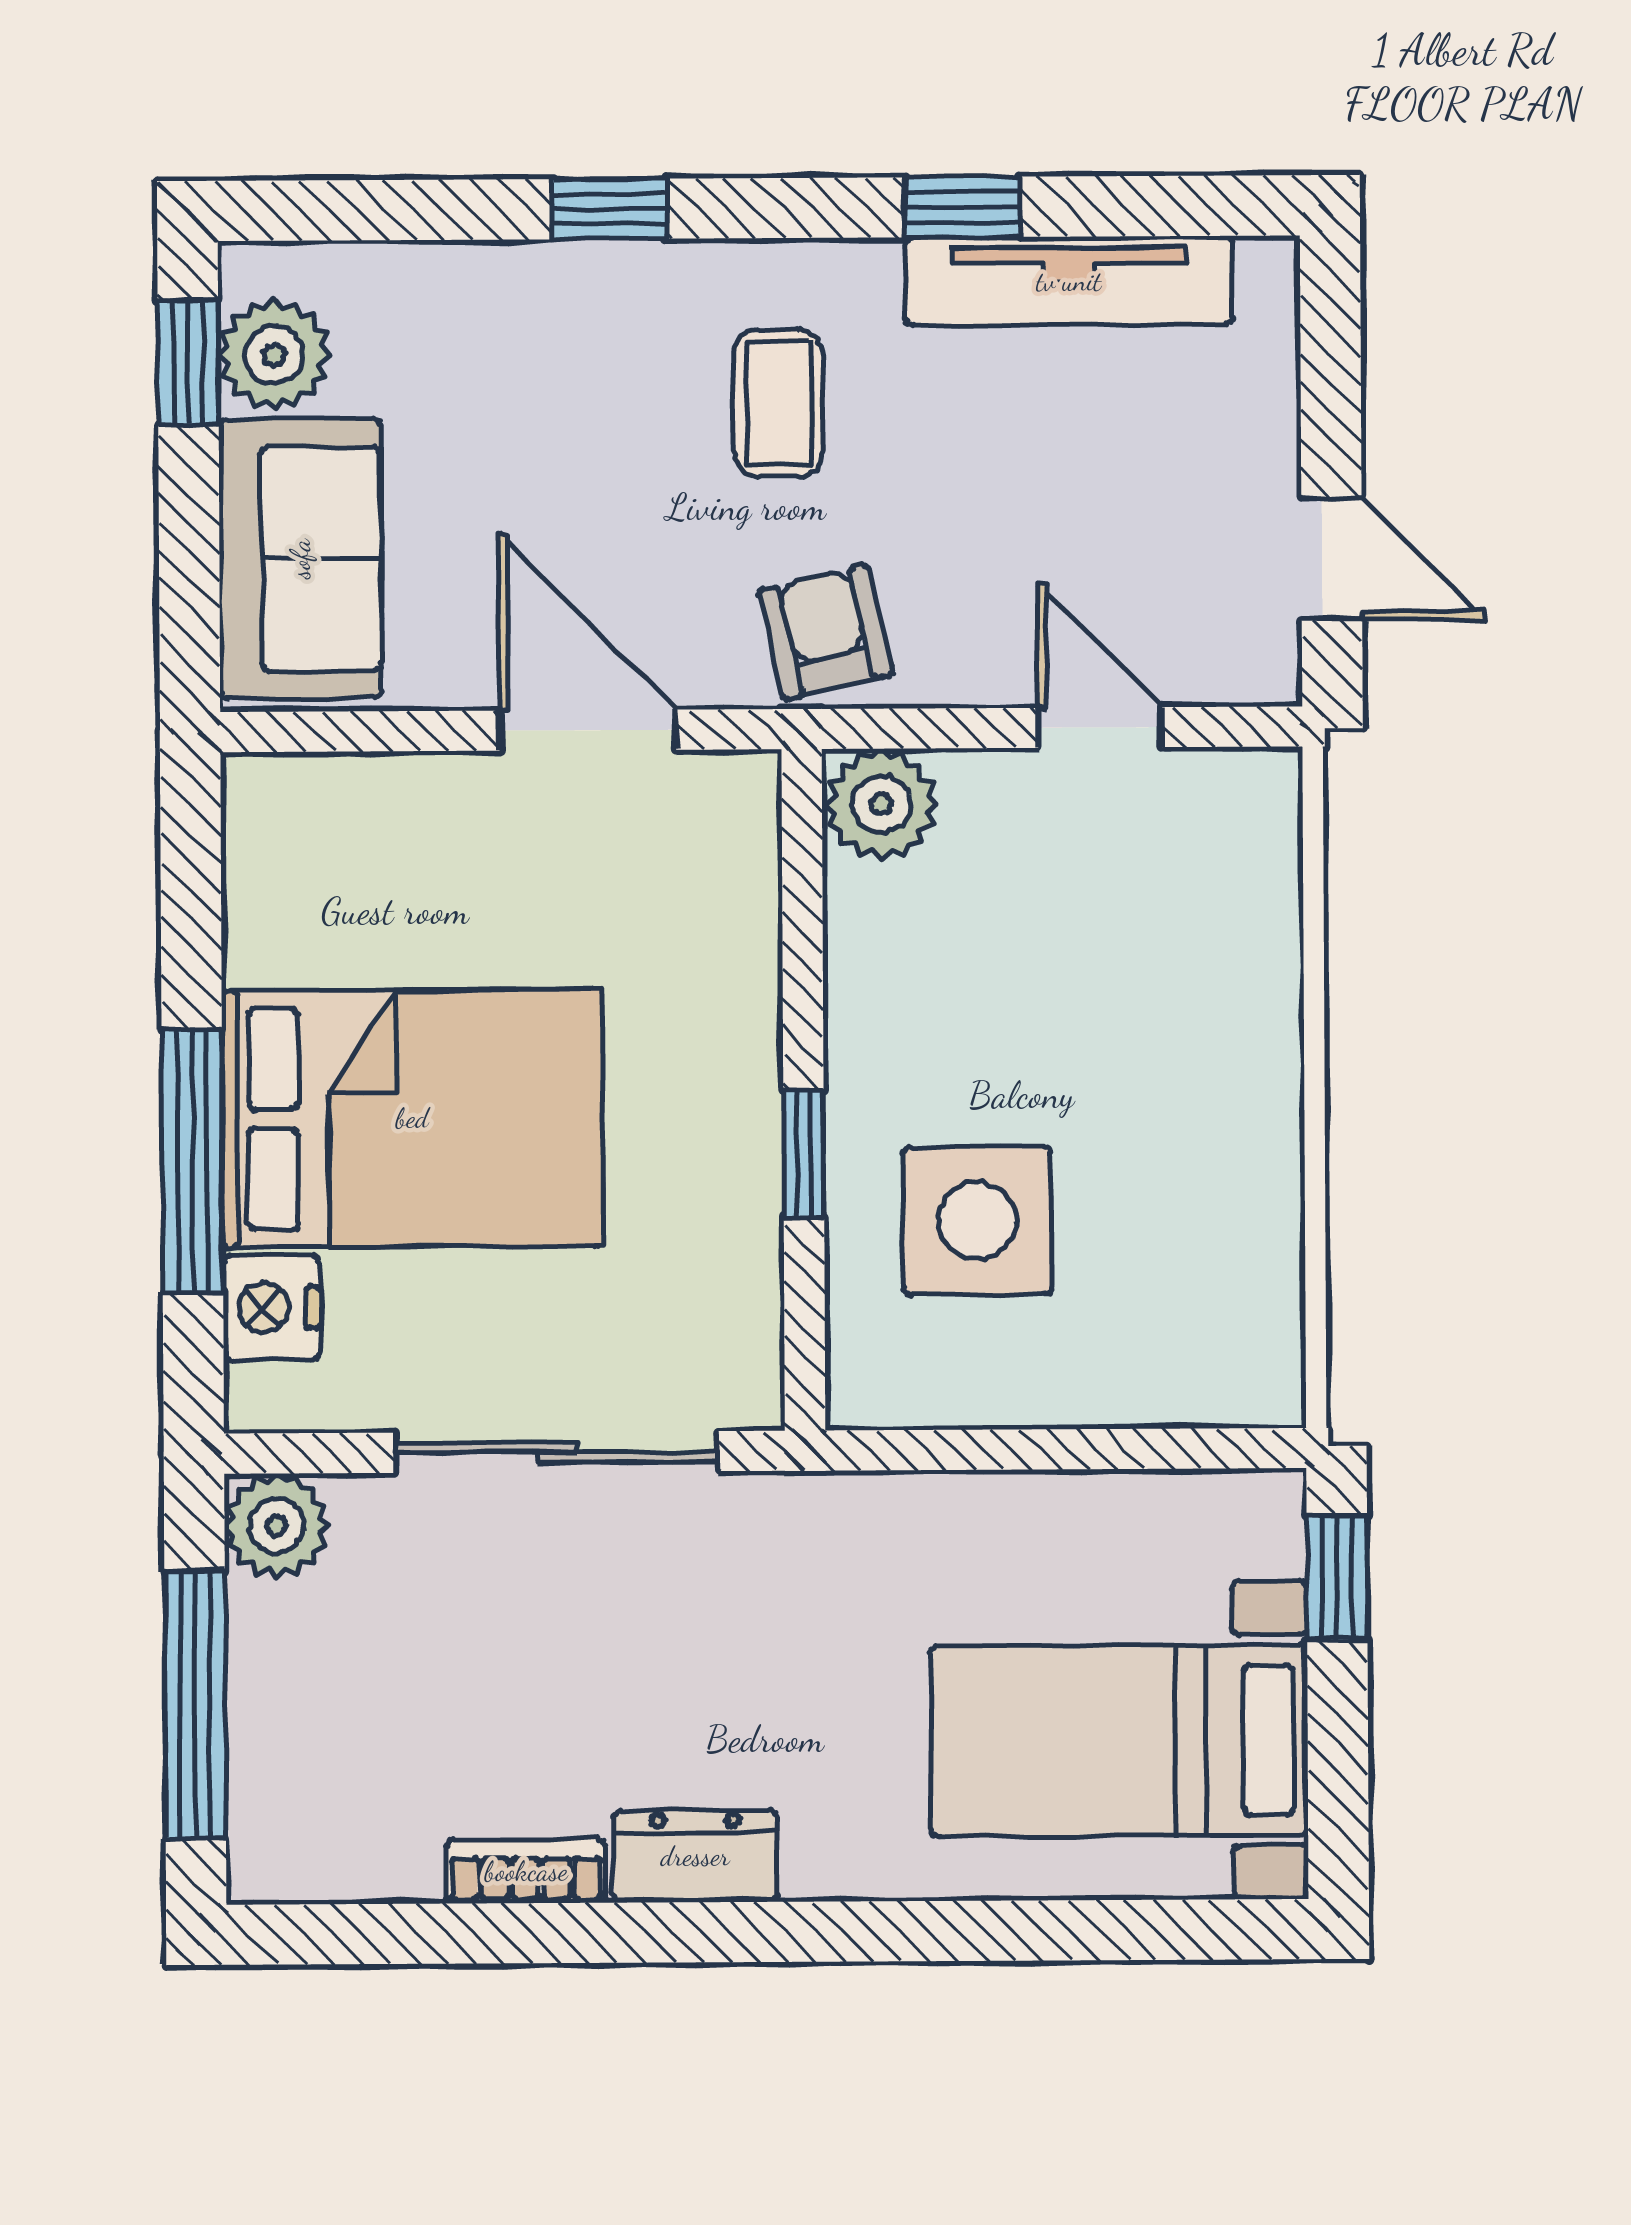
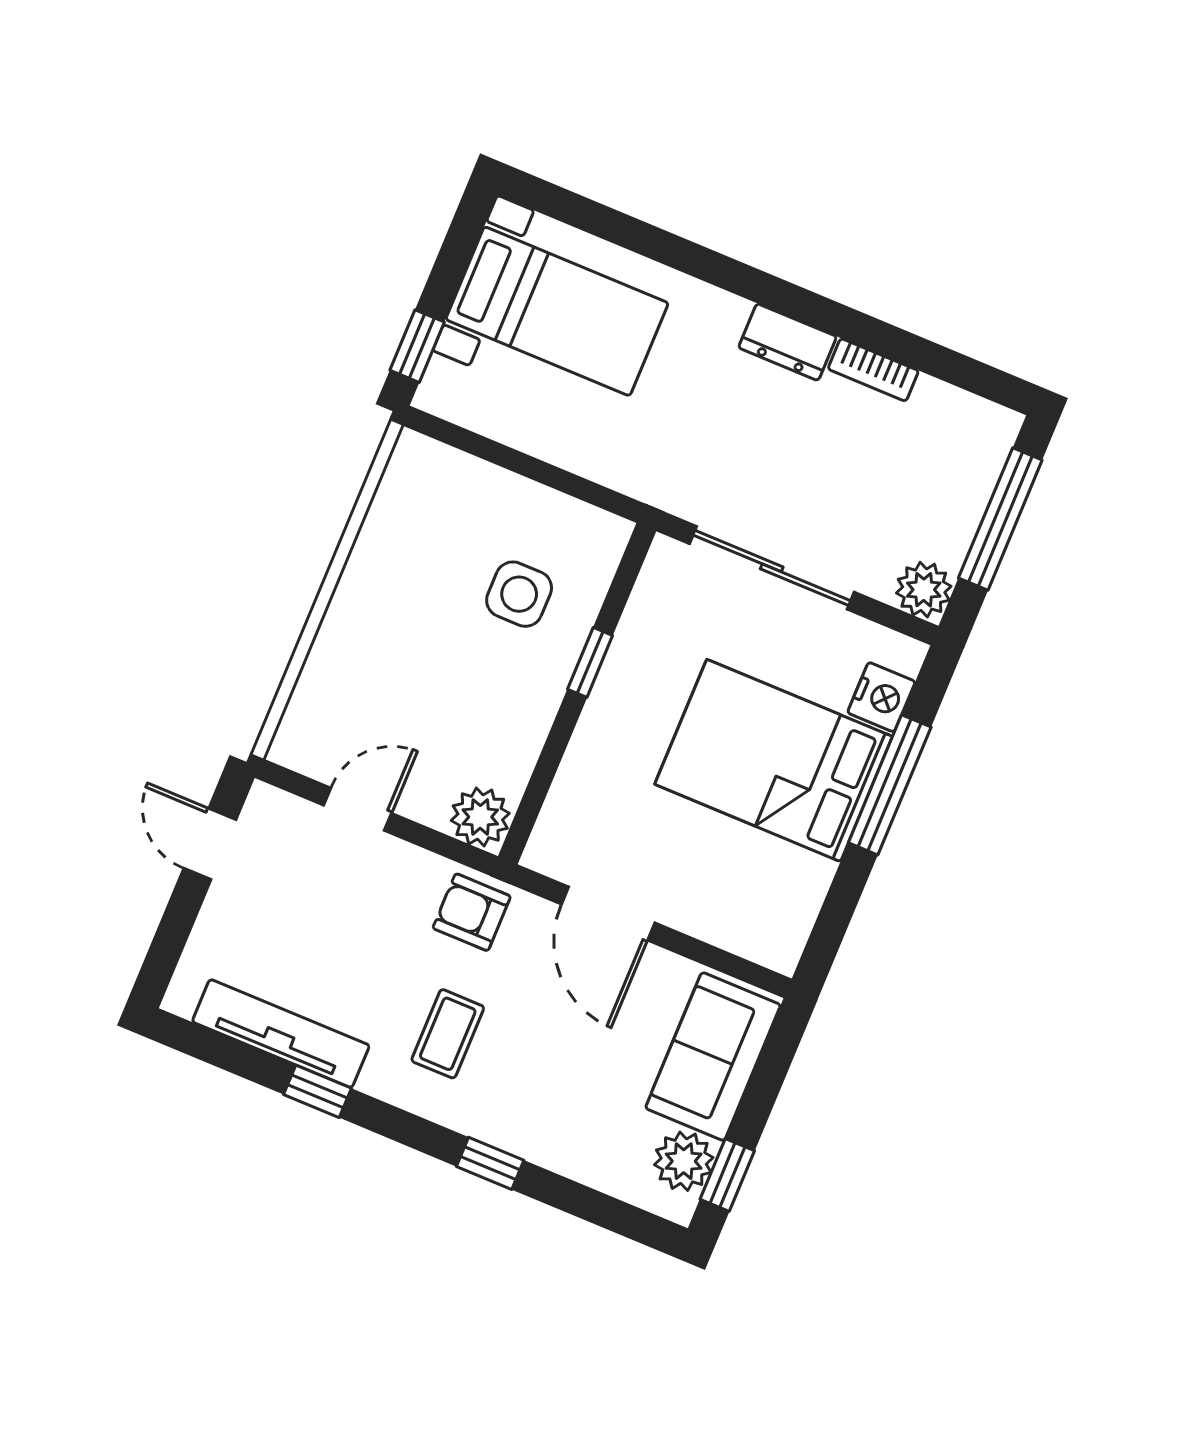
armchair: (826, 632) -> (472, 912), turned 103
door: (1100, 727) -> (358, 809), swing flipped
side table: (977, 1221) -> (519, 594), width x0.73, depth x0.73

